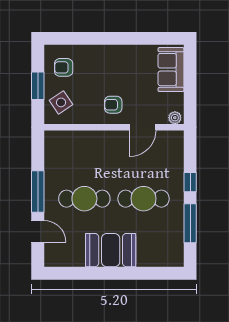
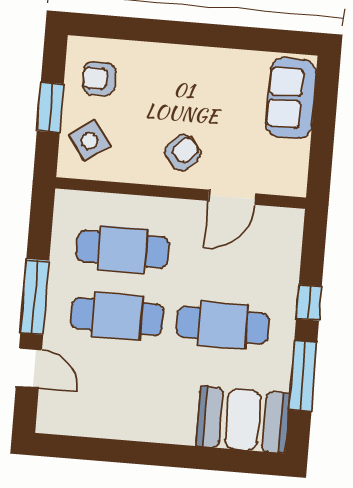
armchair: (113, 105) -> (183, 153), turned 134
plant: (175, 118) -> (291, 185), removed
cafe table: (84, 161) -> (123, 249), added
booth: (111, 250) -> (243, 420), moved

